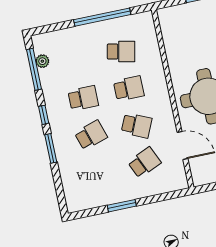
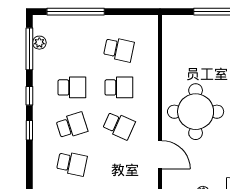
window: (102, 17) -> (76, 12), moved
window: (51, 148) -> (29, 130), width x0.67
school desk: (144, 162) -> (72, 164), moved, turned 36

